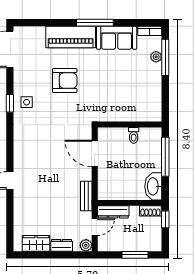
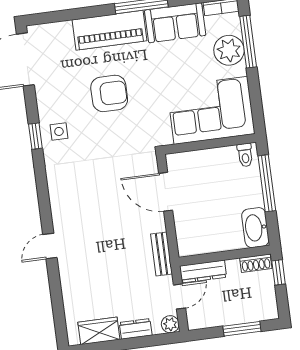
plant: (156, 57) -> (229, 50), width x1.87, depth x1.87
corner sofa: (133, 101) -> (211, 110), added
toilet: (134, 135) -> (245, 155), moved

